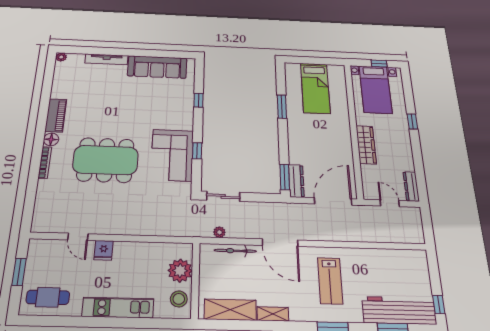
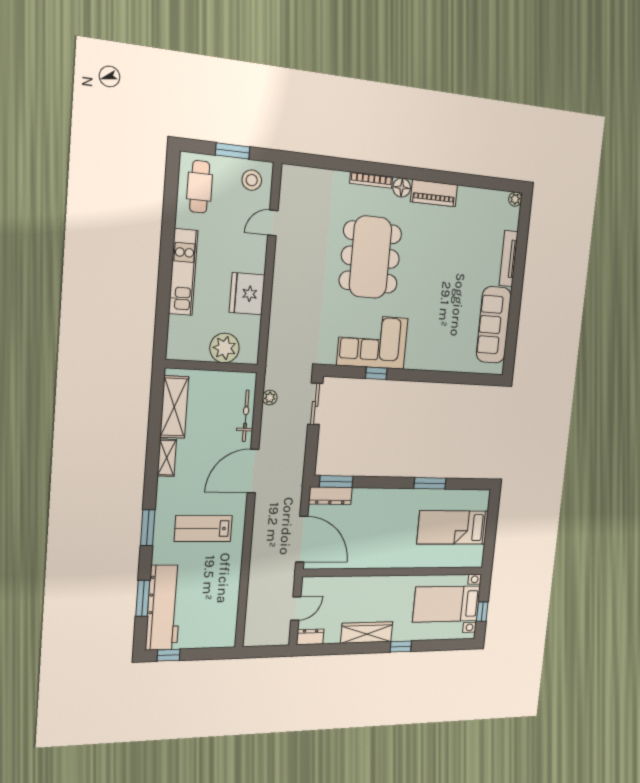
window: (198, 100) -> (444, 377), removed
wardrobe: (366, 145) -> (367, 632), moved, turned 180
dresser: (411, 186) -> (310, 637), width x0.70
fridge: (104, 250) -> (247, 294), moved, width x1.88, depth x1.34
stool: (179, 299) -> (252, 180), moved

